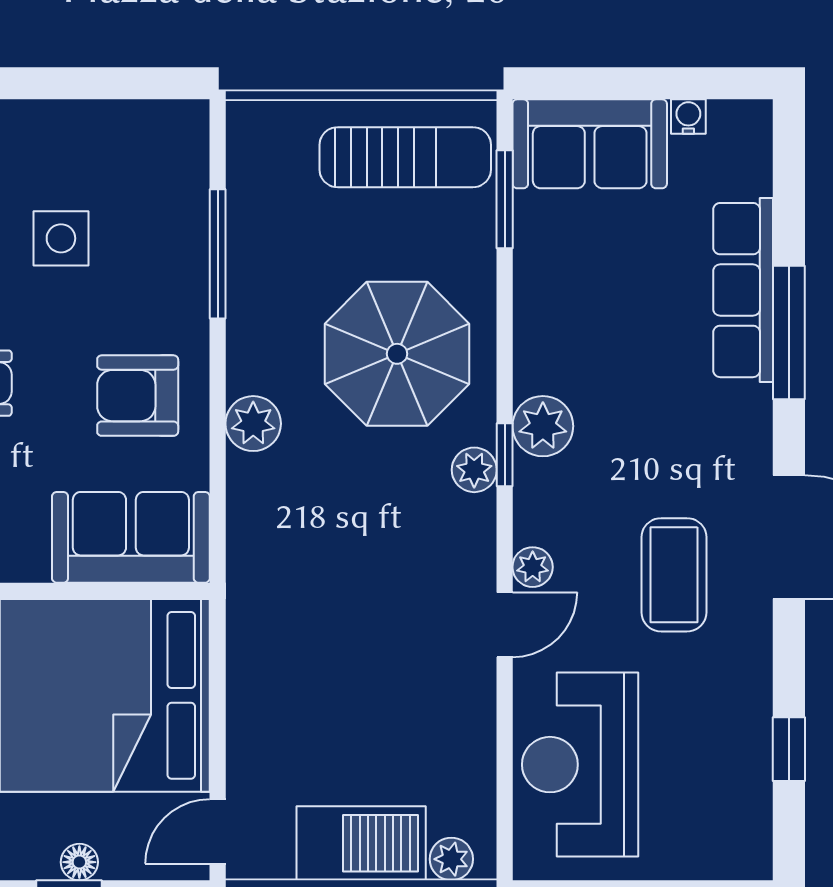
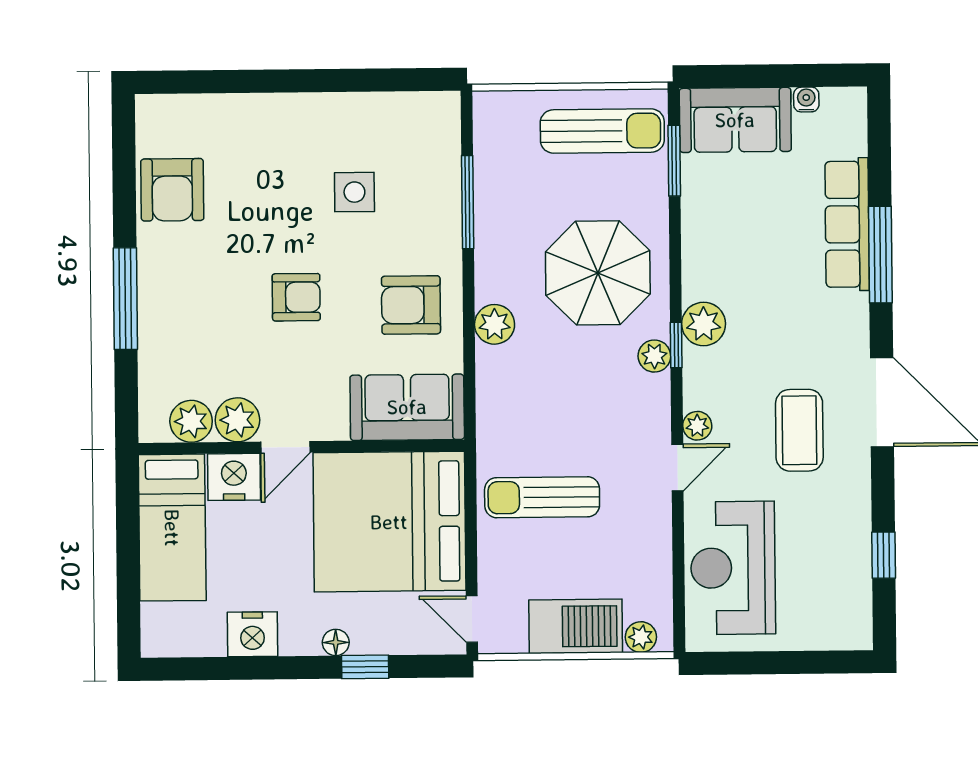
sun lounger: (317, 664) -> (542, 497), added
door: (218, 831) -> (472, 619), hinge flipped
floor lamp: (79, 862) -> (336, 642), moved

